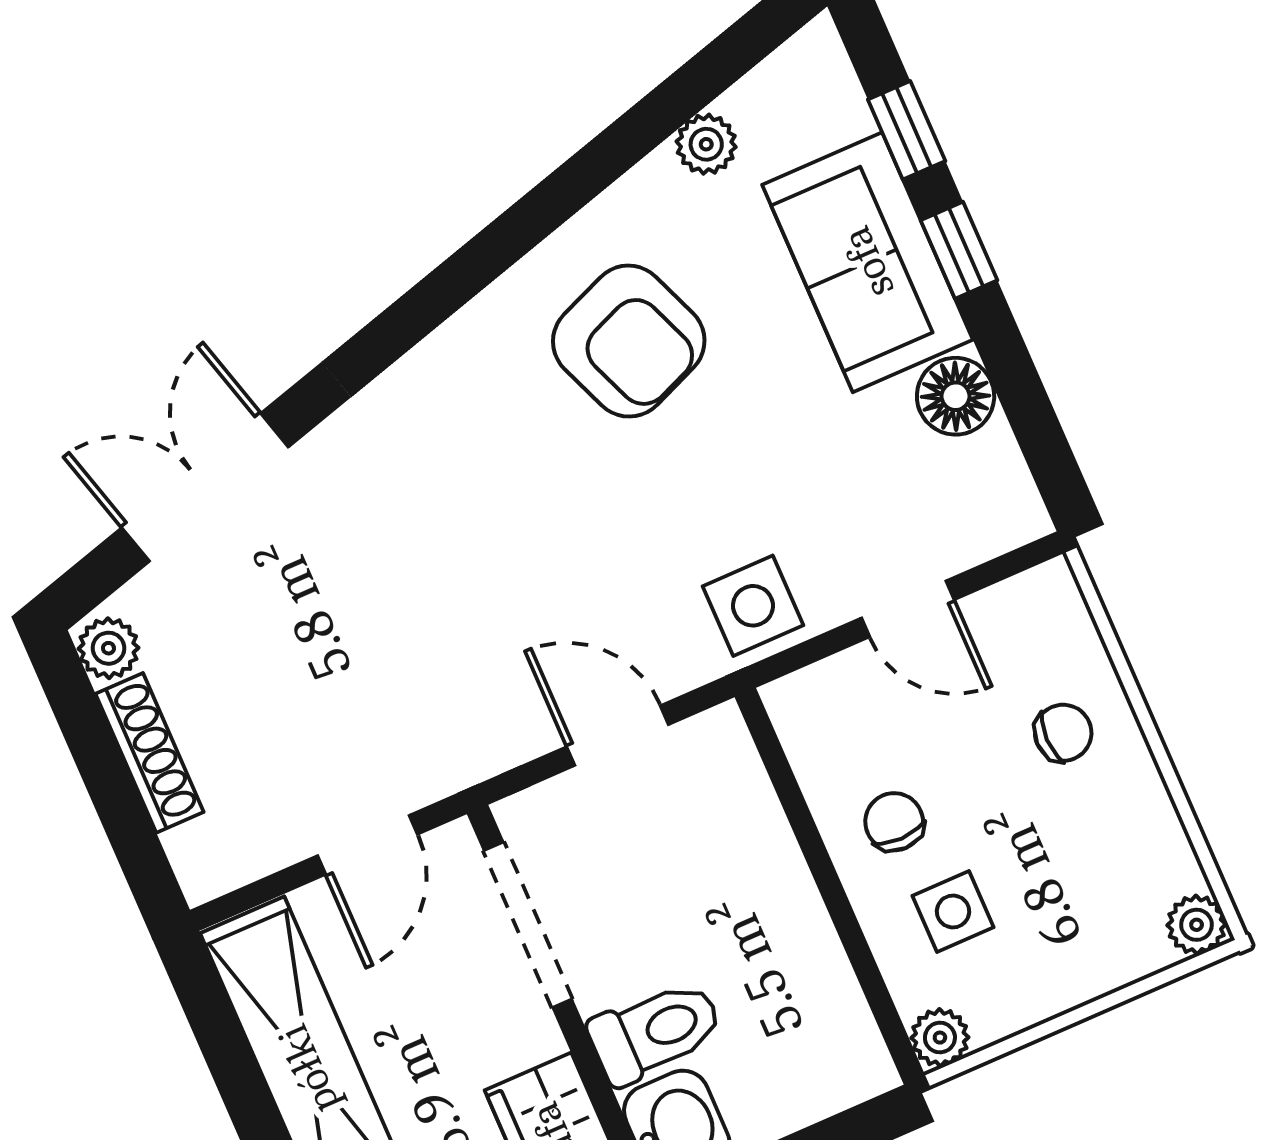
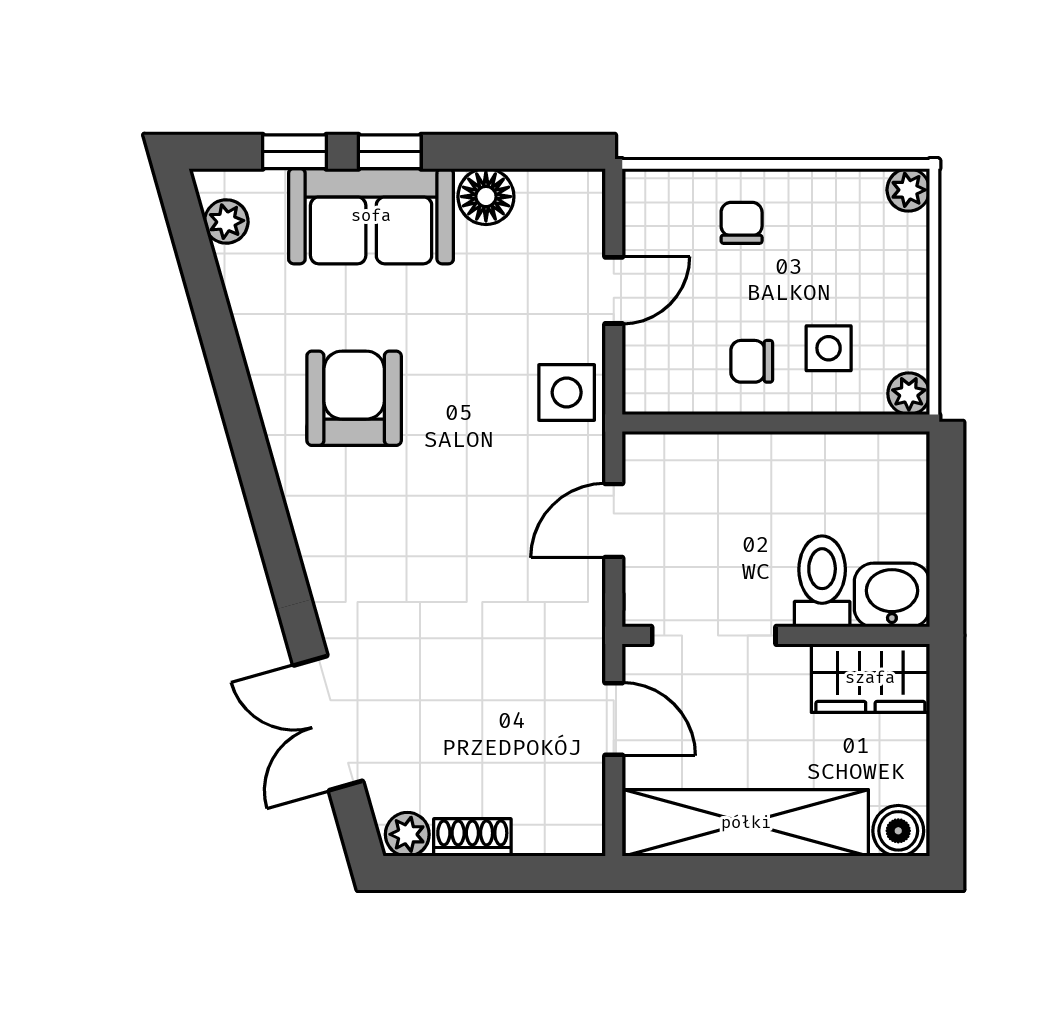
plant: (706, 144) -> (226, 221), moved
armchair: (629, 341) -> (354, 398), turned -68
shoe rack: (150, 753) -> (472, 837), width x0.70

